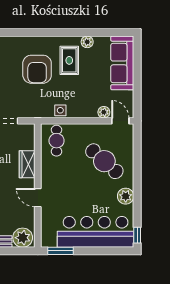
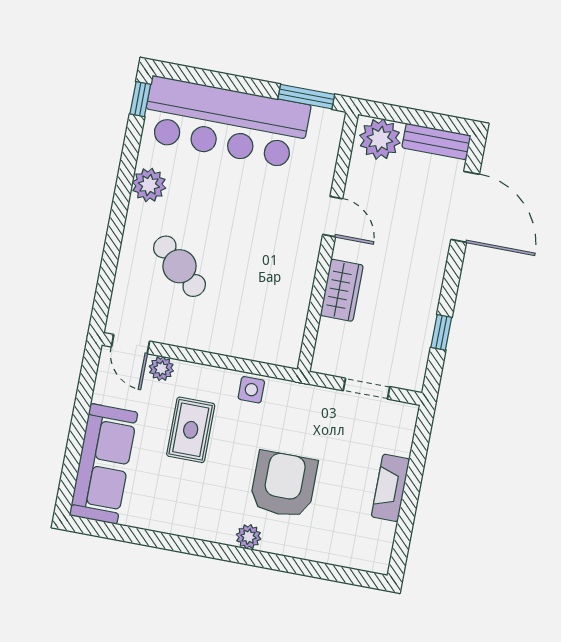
plant: (87, 42) -> (249, 537), moved
rug: (69, 60) -> (191, 430), moved
cafe table: (57, 141) -> (271, 328), removed
cafe table: (104, 161) -> (180, 266), width x0.73, depth x0.74

